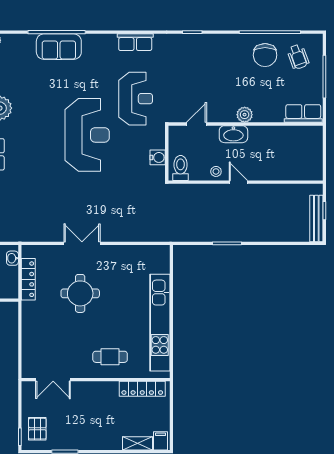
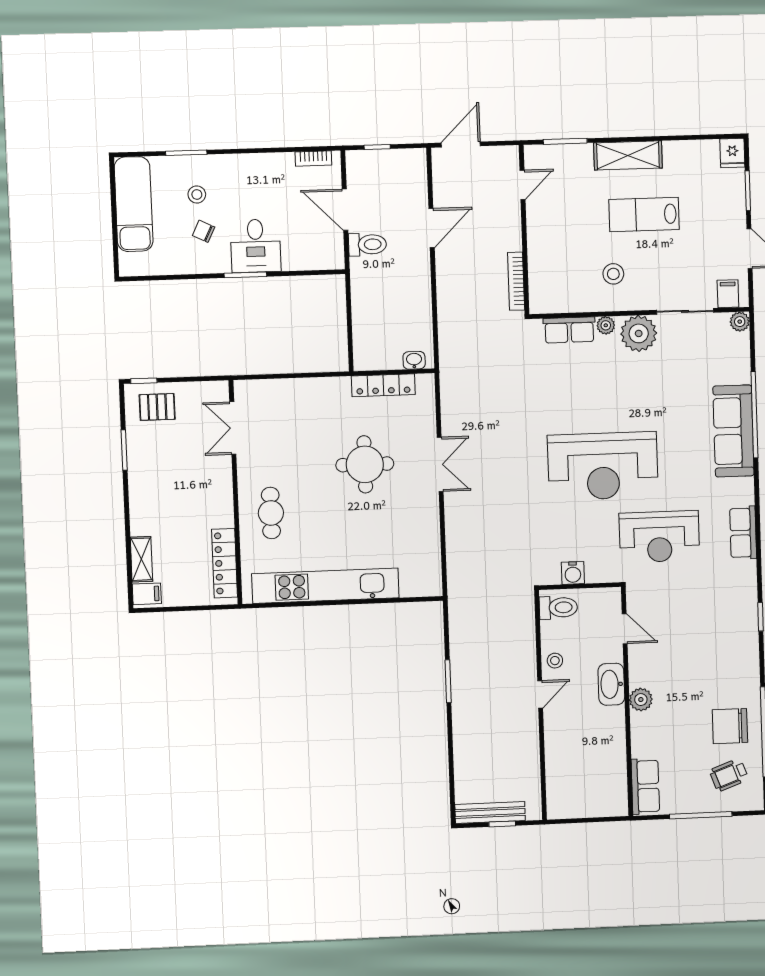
sofa: (59, 47) -> (733, 431), width x1.36

